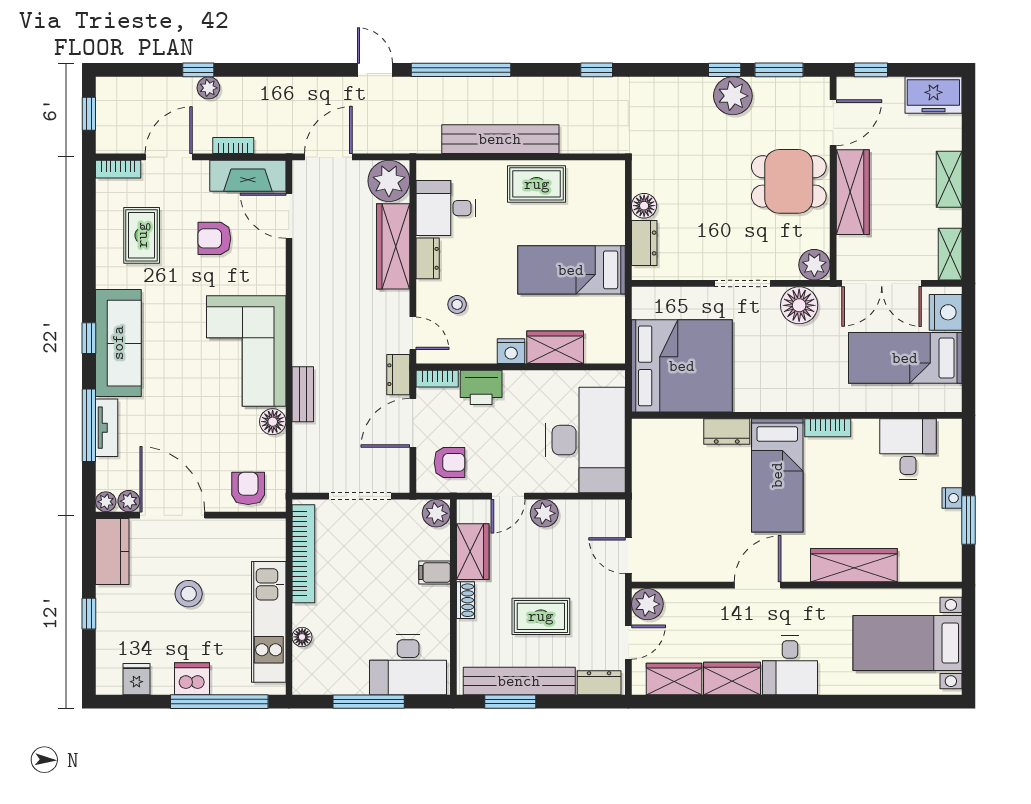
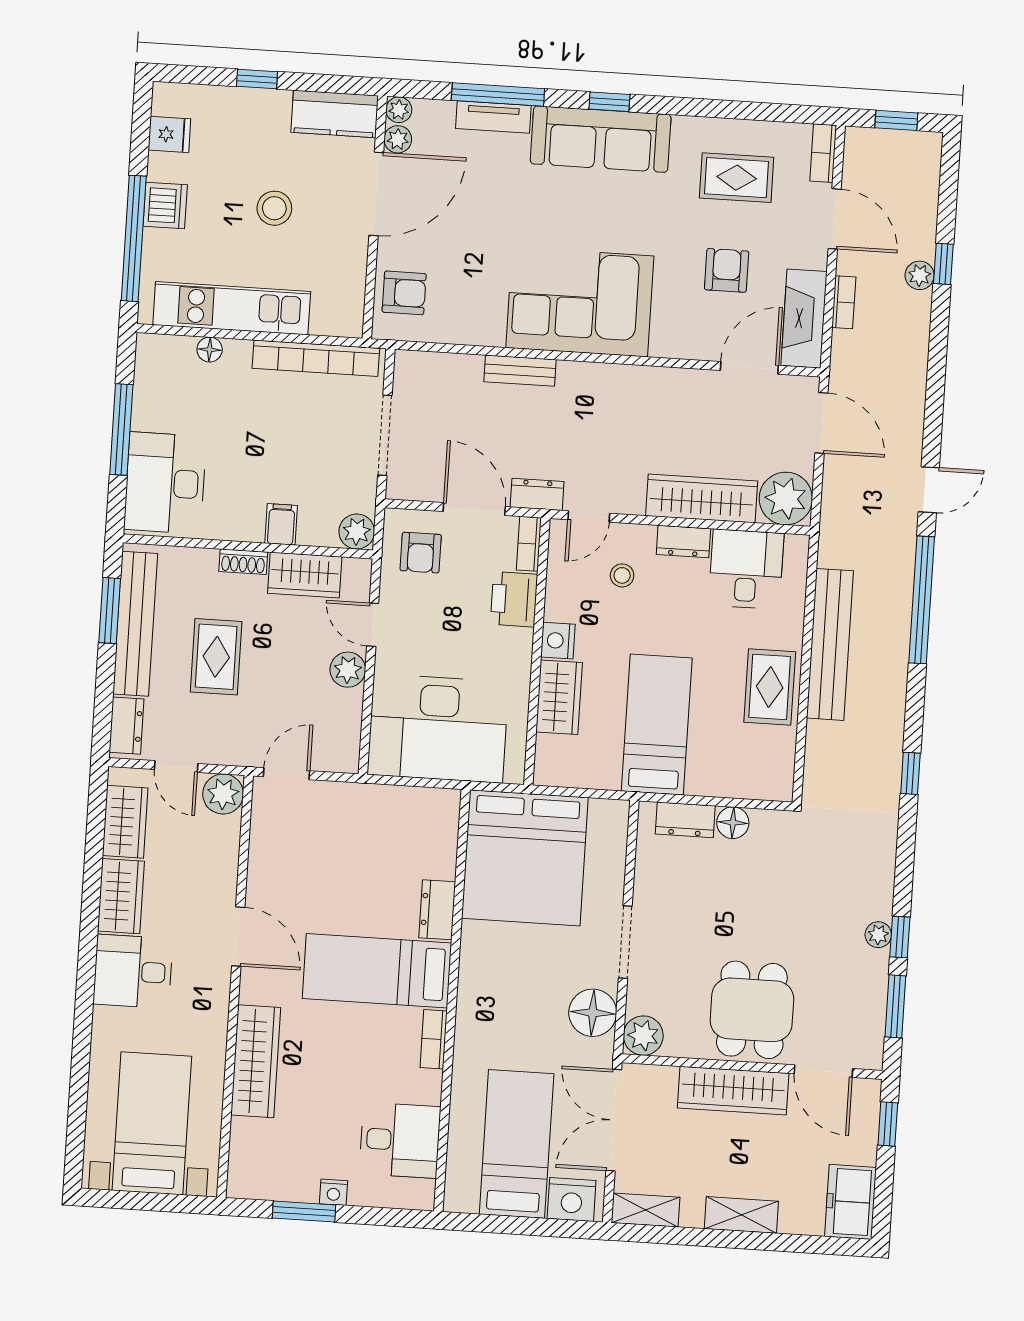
plant: (733, 96) -> (878, 935), width x0.53, depth x0.53
floor lamp: (273, 422) -> (487, 330), removed

